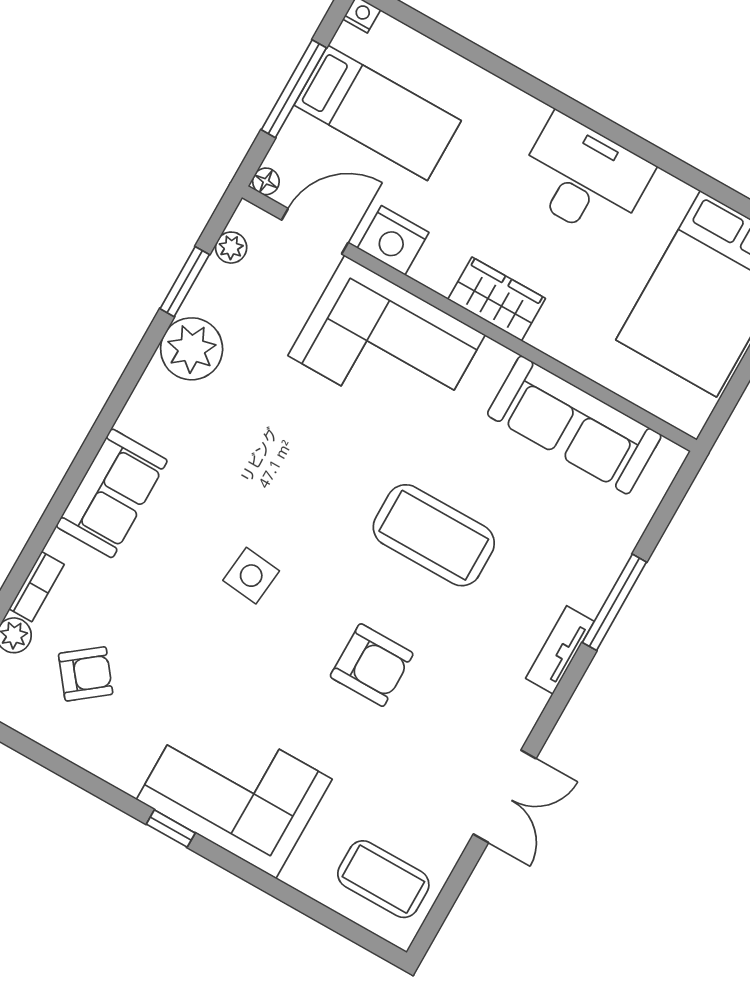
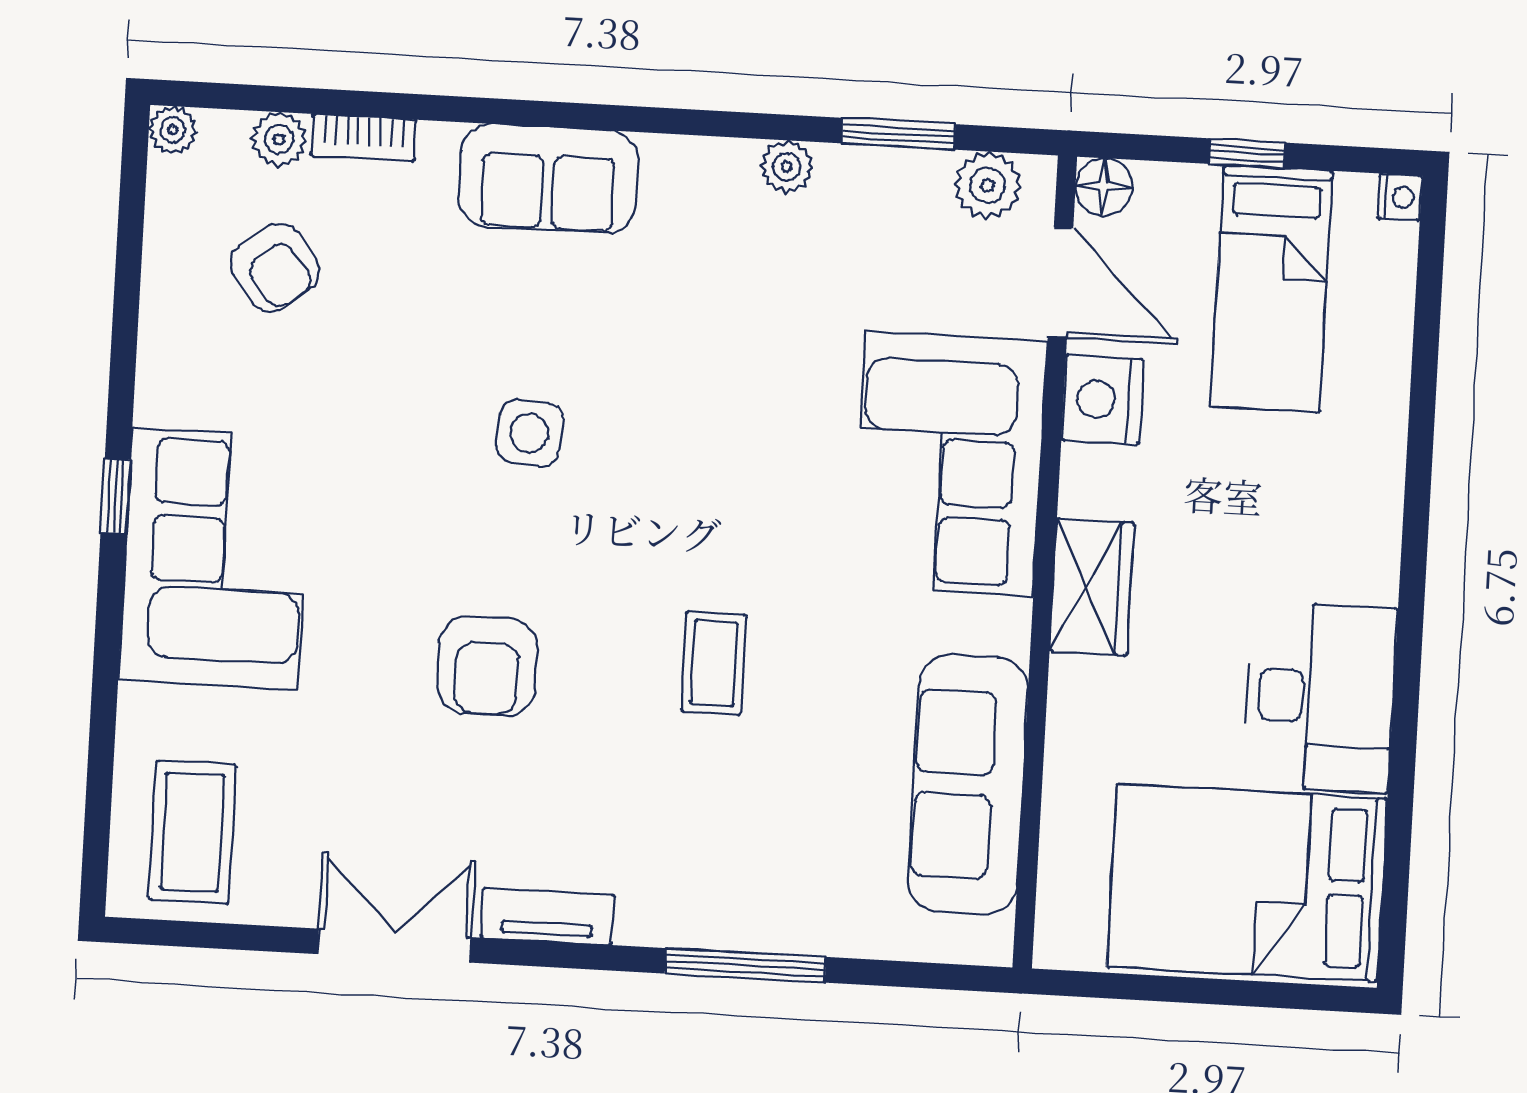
window: (294, 89) -> (1247, 153), width x0.46
desk: (584, 178) -> (1320, 697), moved
floor lamp: (266, 181) -> (1104, 187), width x1.37, depth x1.37
plant: (231, 248) -> (988, 185), width x1.38, depth x1.38
plant: (192, 349) -> (787, 166), width x0.53, depth x0.53
coffee table: (434, 535) -> (714, 663), width x0.54, depth x0.58
tv unit: (560, 650) -> (547, 916), moved
double door: (505, 796) -> (394, 946), swing flipped

